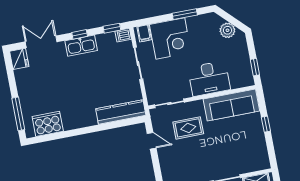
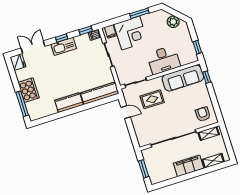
kitchen counter: (79, 120) -> (69, 103), added
cooker: (48, 124) -> (29, 90), moved, turned 90
window: (266, 124) -> (207, 77), moved
armchair: (252, 155) -> (203, 114), added

